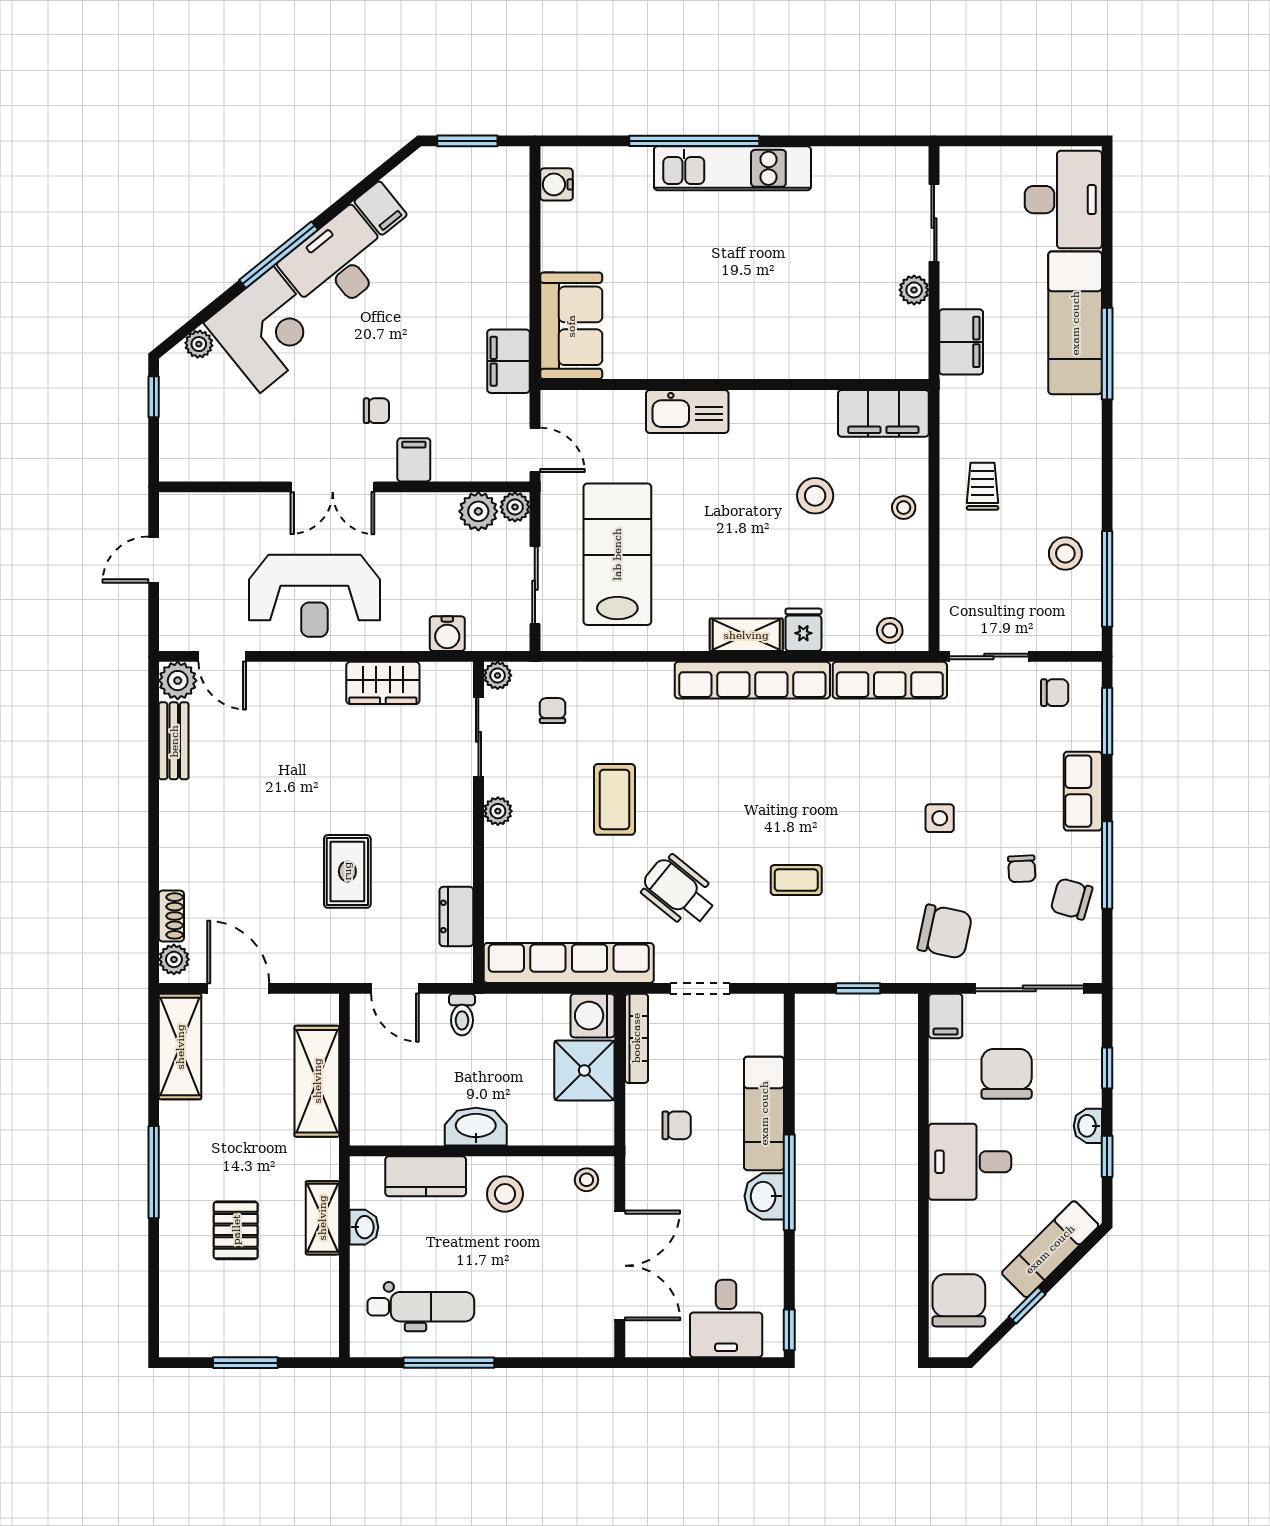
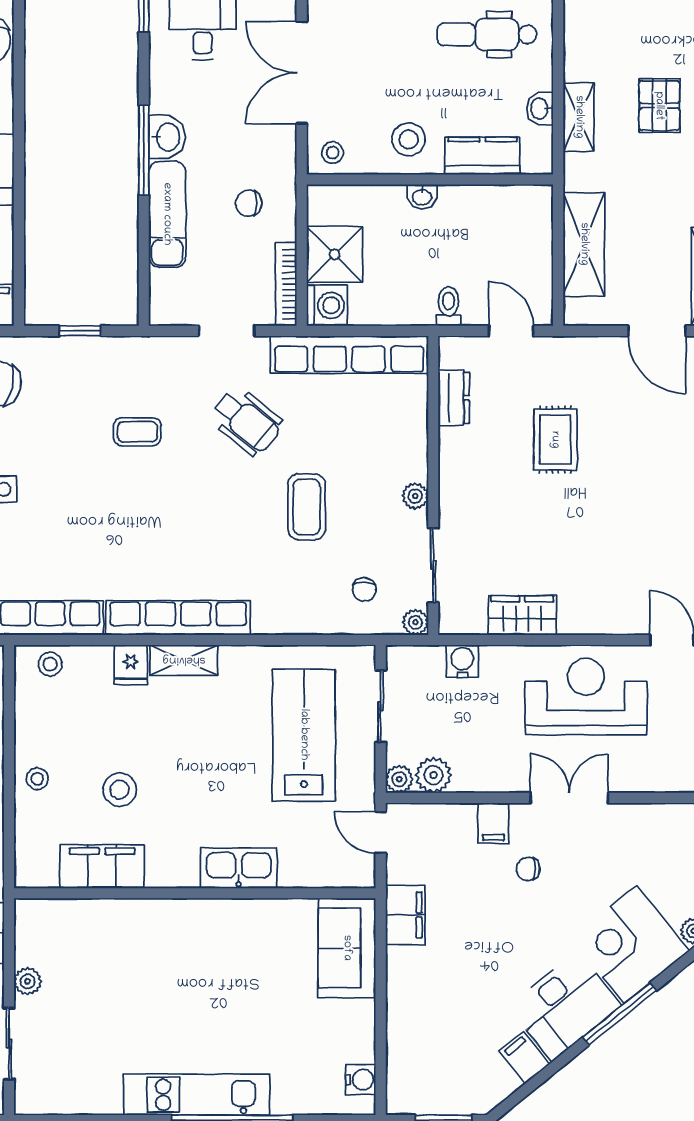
filing cabinet: (883, 413) -> (102, 866), moved
lab bench: (617, 554) -> (304, 735), turned 180
washbasin: (476, 1127) -> (422, 197), width x0.52, depth x0.69

